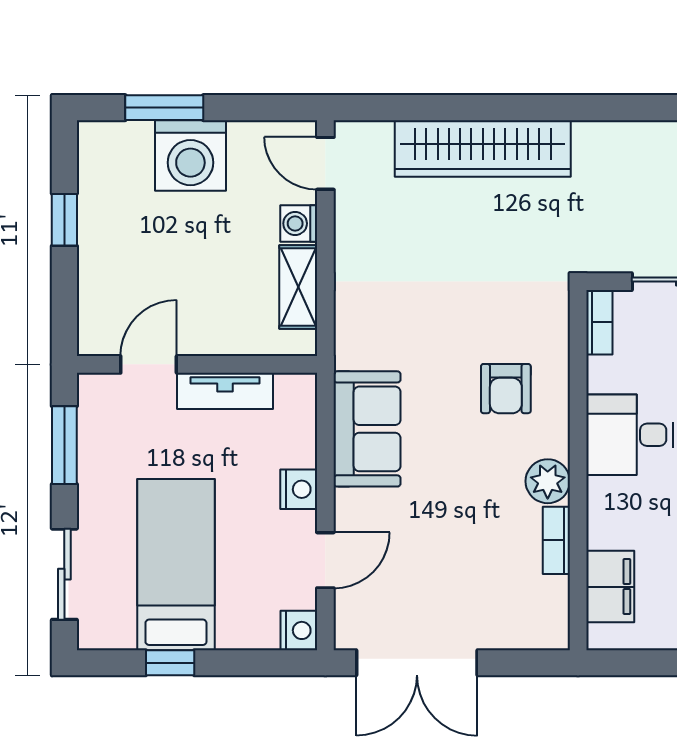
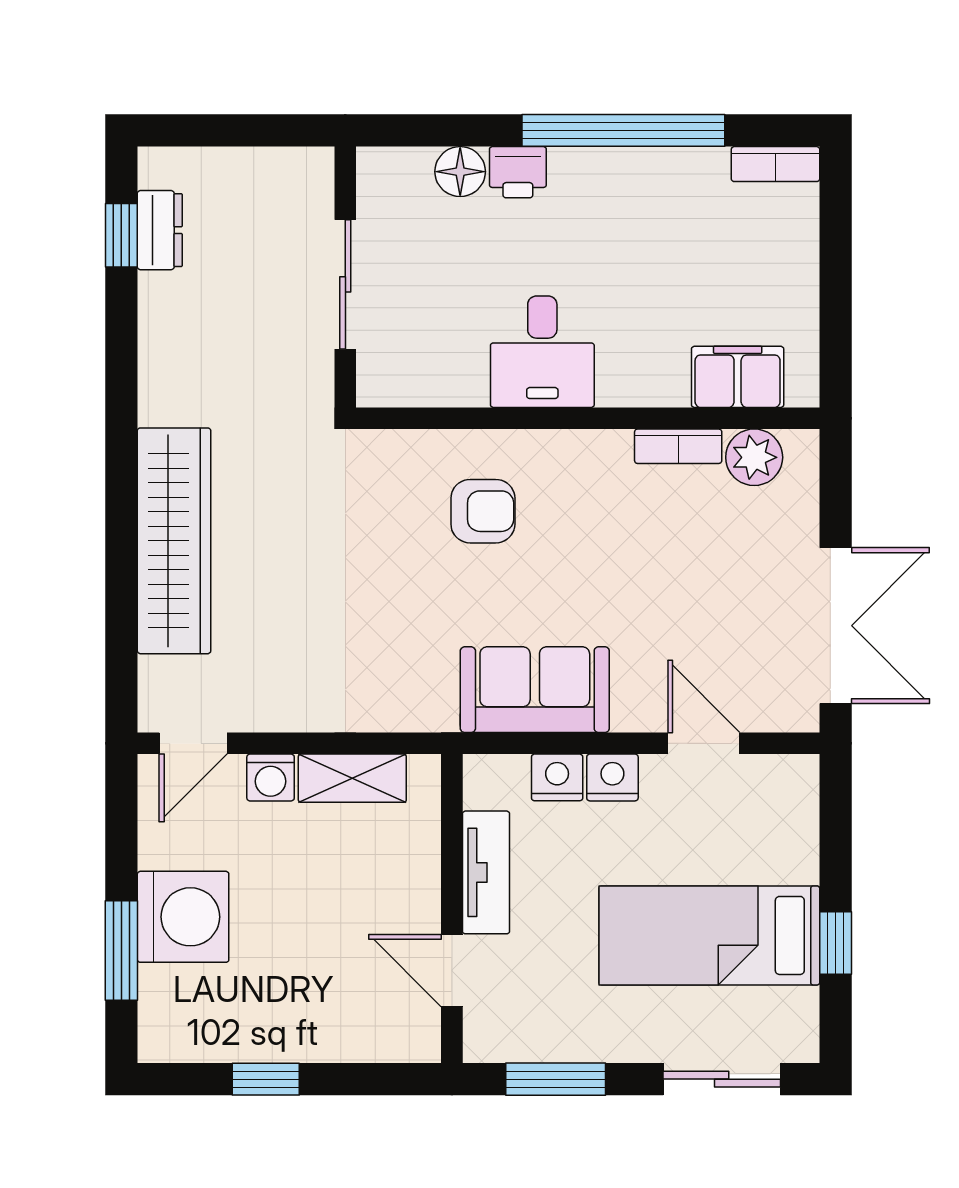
bookcase: (599, 322) -> (398, 391), removed
plant: (548, 481) -> (754, 457), moved
nightstand: (299, 630) -> (557, 777), moved

